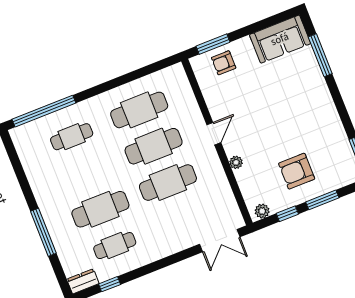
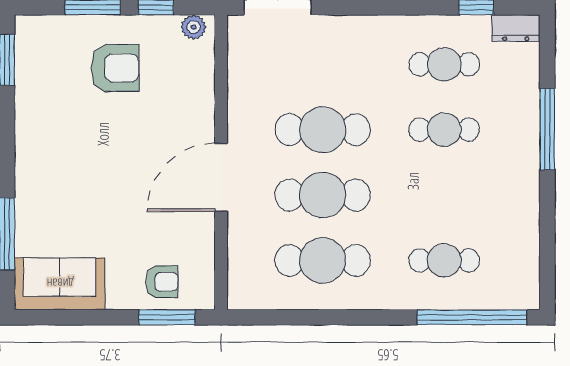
door: (214, 134) -> (221, 177), width x1.88
plant: (236, 162) -> (204, 119), removed
cafe table: (100, 209) -> (444, 130), width x0.73, depth x0.74

